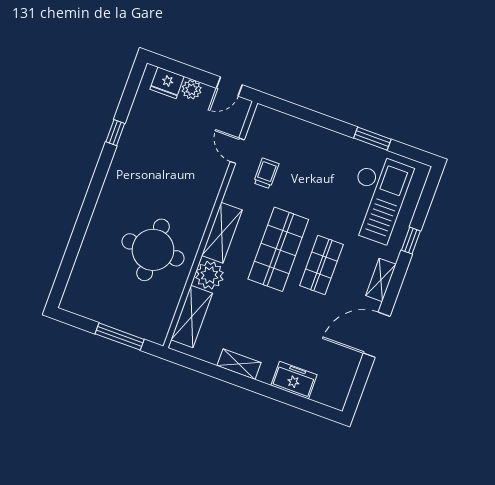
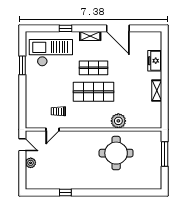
fridge: (167, 83) -> (32, 176), removed
shelving: (222, 233) -> (95, 122), removed
shelving: (192, 316) -> (142, 122), removed

